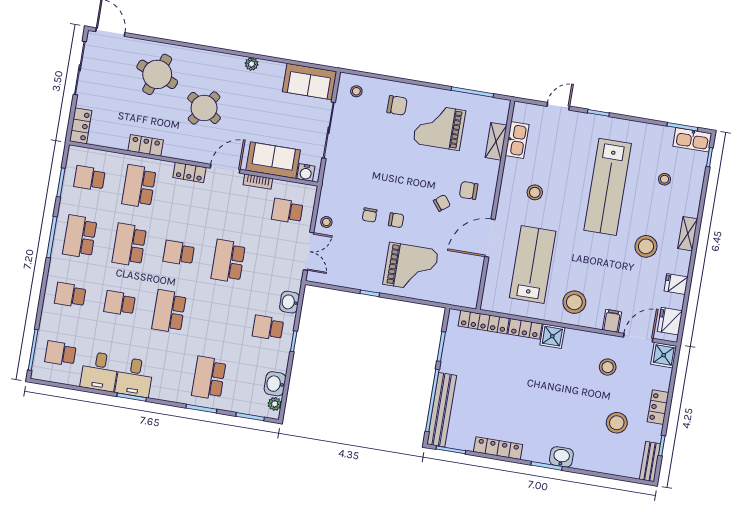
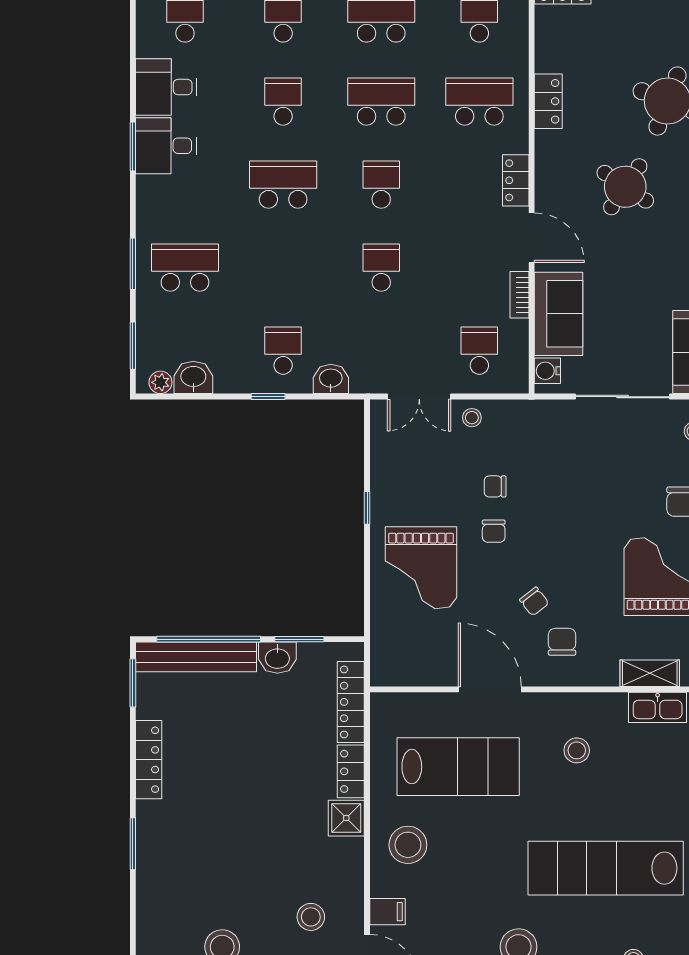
school desk: (228, 261) -> (381, 268), width x0.54
washbasin: (561, 457) -> (277, 658), moved, turned 90

